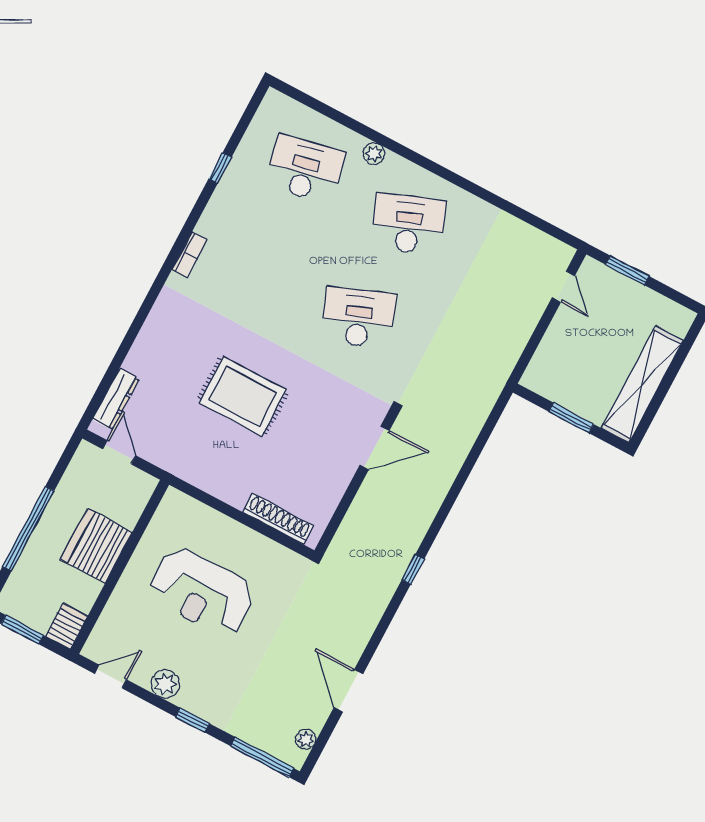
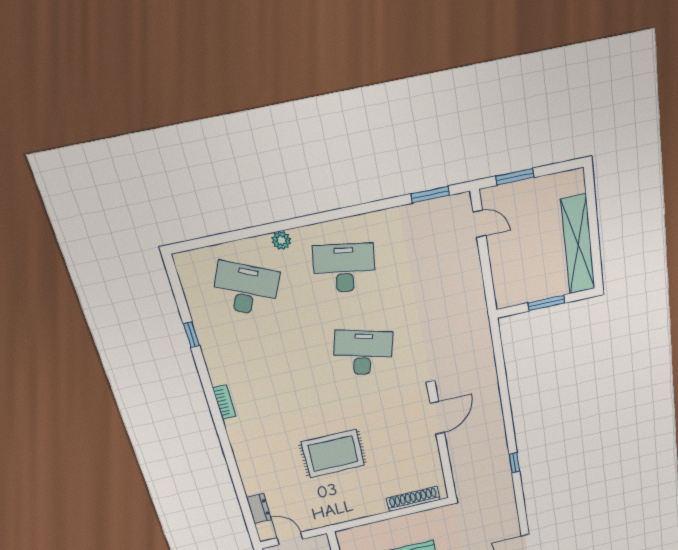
desk: (305, 169) -> (246, 289), turned 36
window: (538, 223) -> (430, 195), added
desk: (408, 224) -> (344, 268), turned 30
desk: (358, 318) -> (363, 353), turned 36
dresser: (116, 399) -> (259, 509), width x0.70

